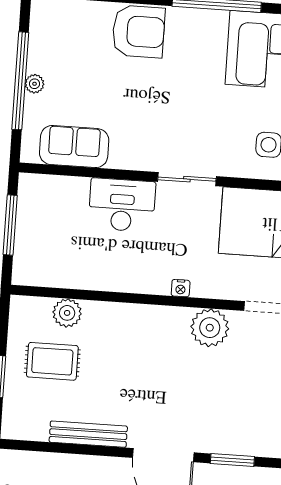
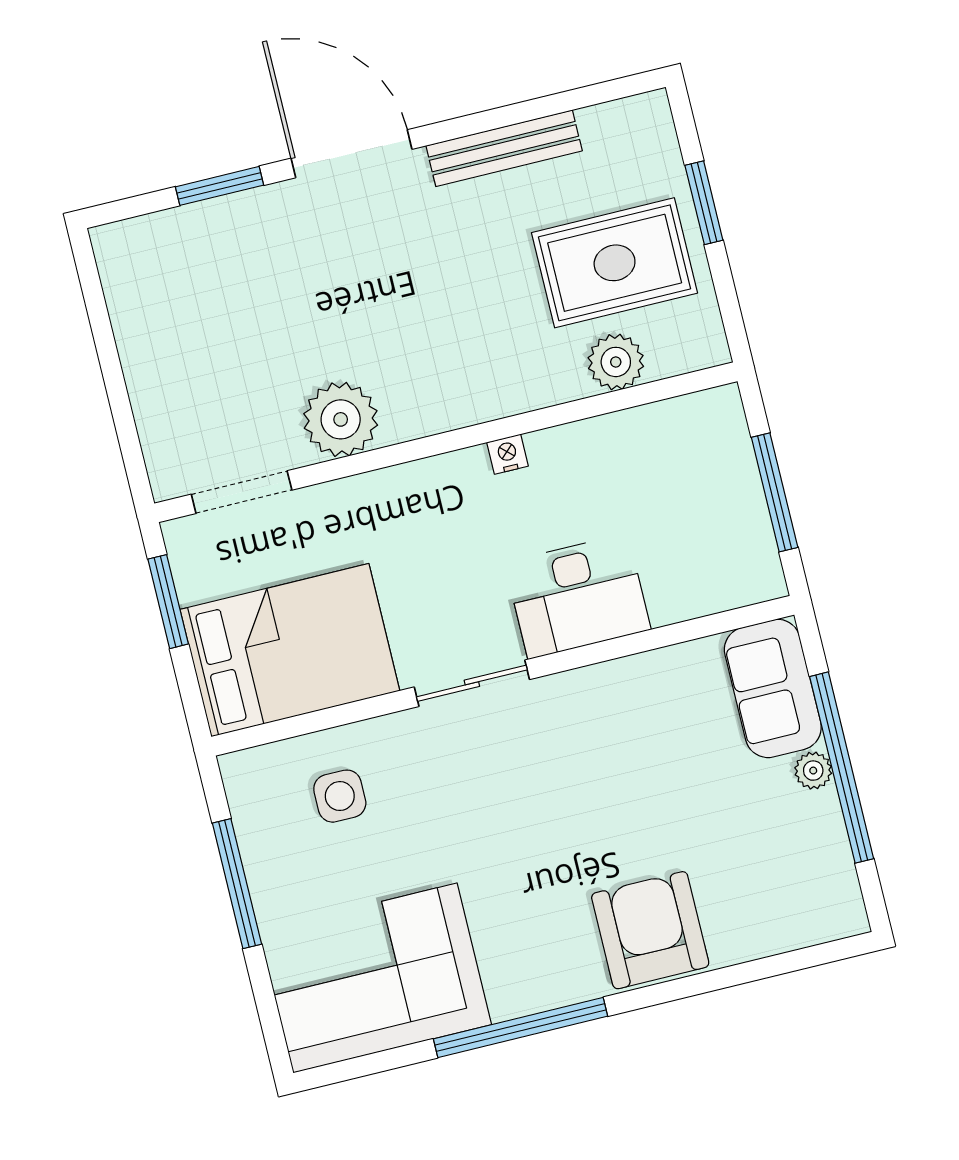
armchair: (139, 31) -> (650, 930), turned 90
sofa: (74, 147) -> (773, 688), moved, turned 90
nightstand: (181, 288) -> (508, 454), moved
rug: (52, 361) -> (615, 263), width x1.36, depth x1.43

